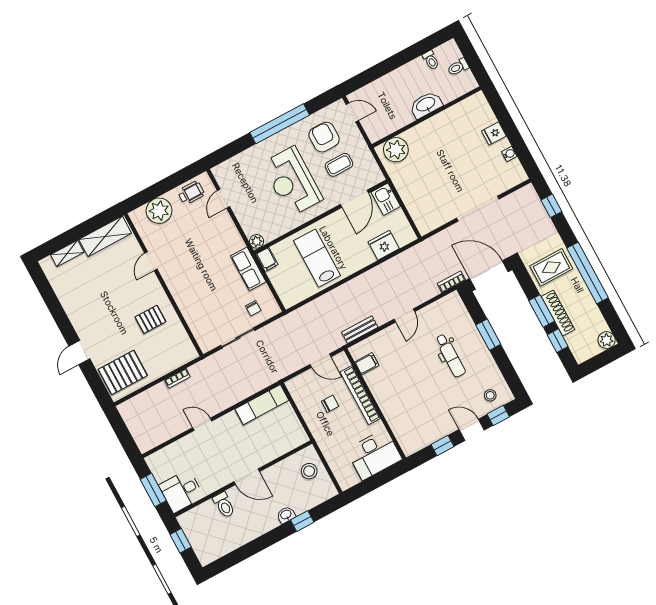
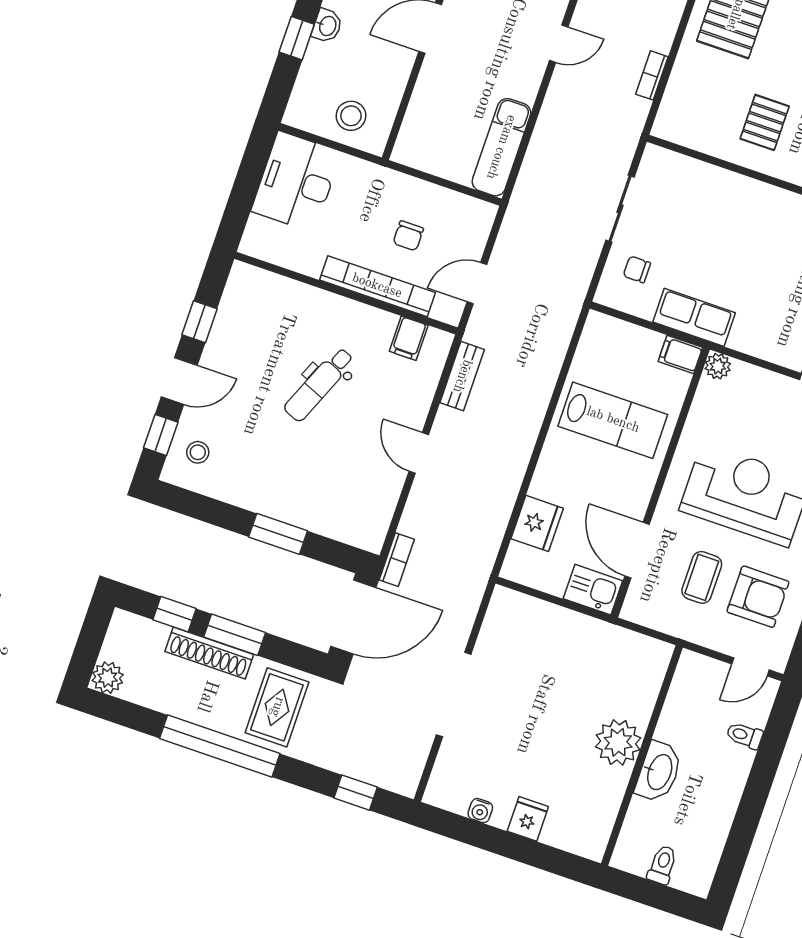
toilet: (431, 60) -> (745, 735), moved
plant: (396, 150) -> (618, 742), moved
dental chair: (450, 356) -> (319, 384), moved, turned -67
desk: (374, 455) -> (296, 182), moved

